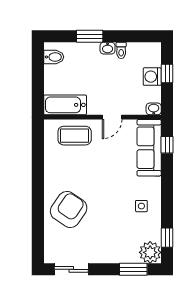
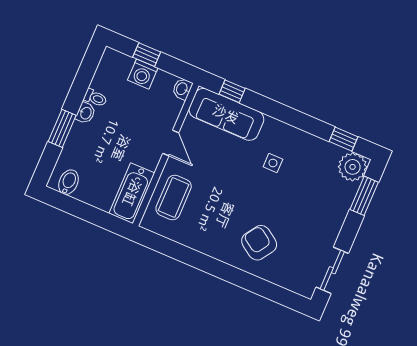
side table: (141, 206) -> (273, 163), moved
armchair: (69, 209) -> (259, 243), width x0.73, depth x0.73

